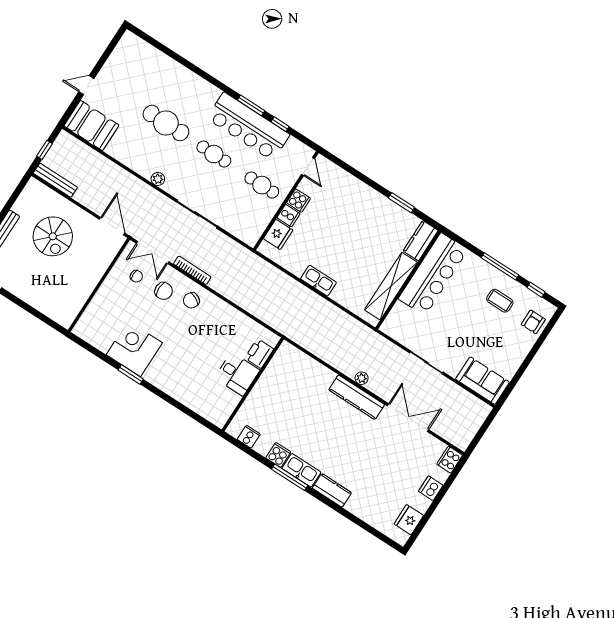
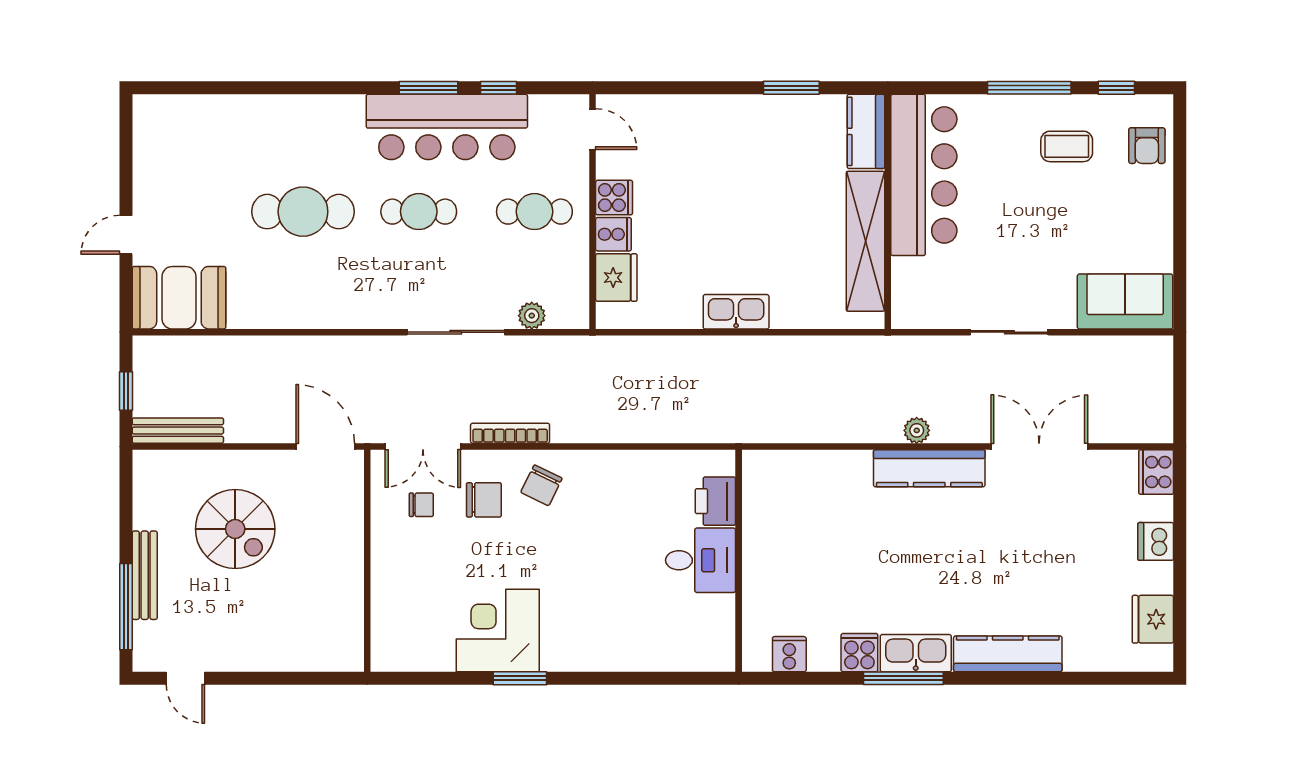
plant: (158, 179) -> (532, 316), moved
kitchen counter: (332, 490) -> (1008, 654), width x1.50

